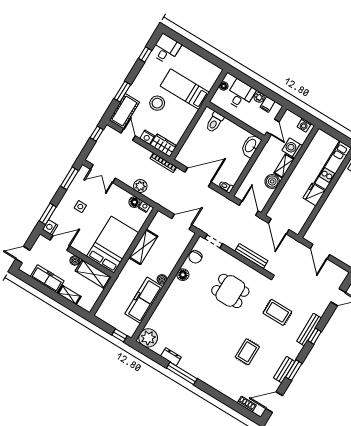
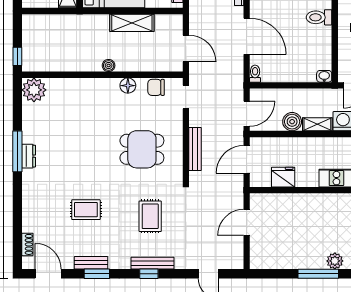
washbasin: (251, 146) -> (324, 76), width x0.52, depth x0.69
fridge: (314, 194) -> (283, 177), moved
dining table: (230, 291) -> (142, 149), turned 90
freezer: (144, 300) -> (73, 60), removed
dresser: (171, 357) -> (29, 156), moved

